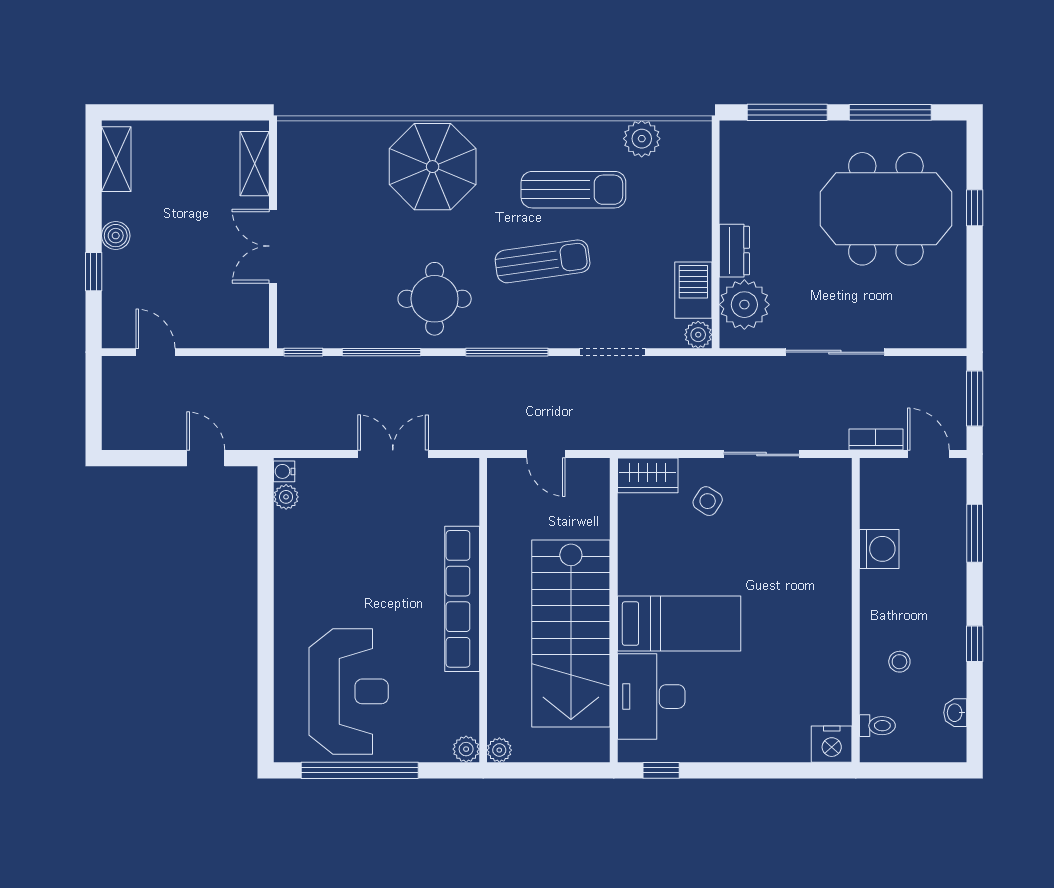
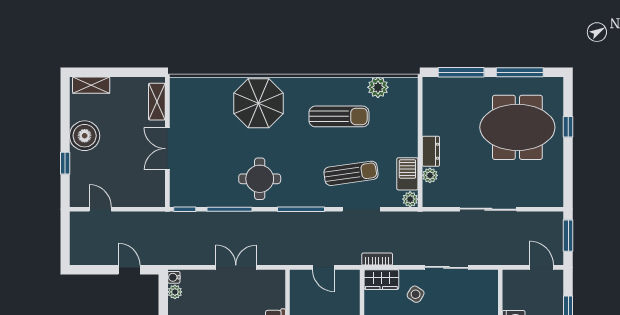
shelving: (116, 159) -> (91, 85), moved, turned 90
boiler: (116, 236) -> (85, 136), width x1.86, depth x1.86
sun lounger: (543, 261) -> (351, 173), moved
plant: (744, 305) -> (430, 175), width x0.53, depth x0.53
bookcase: (876, 439) -> (377, 259), moved

